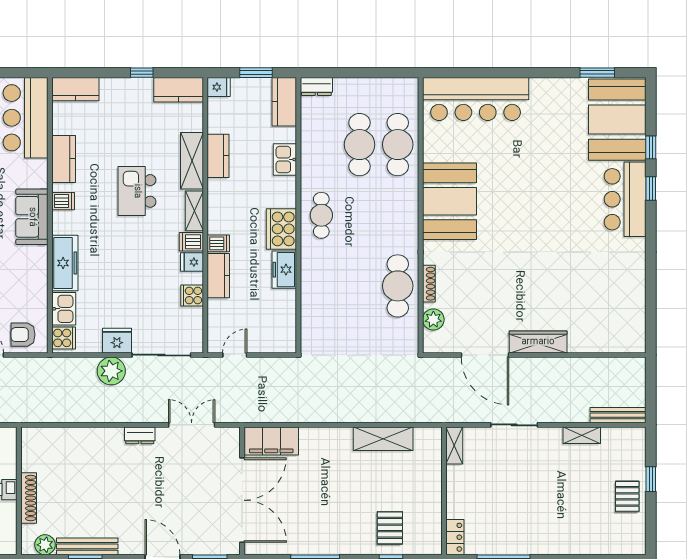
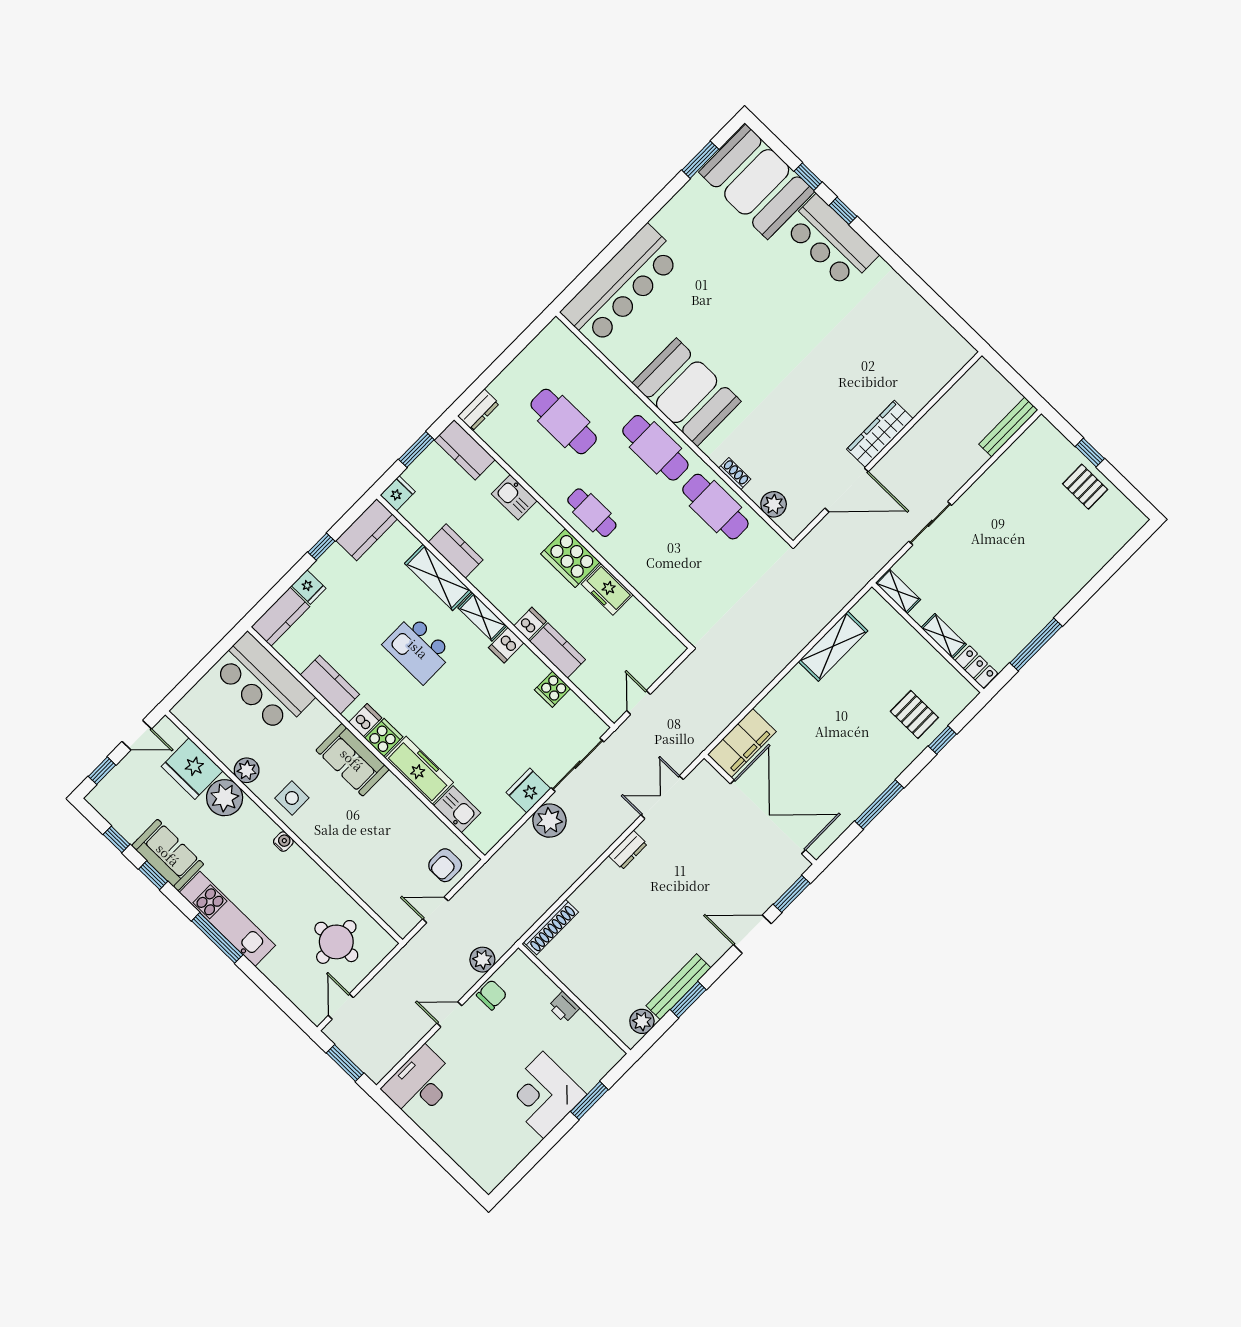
cafe table: (398, 145) -> (655, 448), moved
fridge: (192, 262) -> (309, 587), moved, turned -90
shoe rack: (429, 284) -> (735, 474), width x0.70
cooker: (64, 338) -> (384, 738), moved
shelving: (582, 435) -> (944, 636), moved, turned 90
shoe rack: (29, 498) -> (551, 927), moved, turned 90

